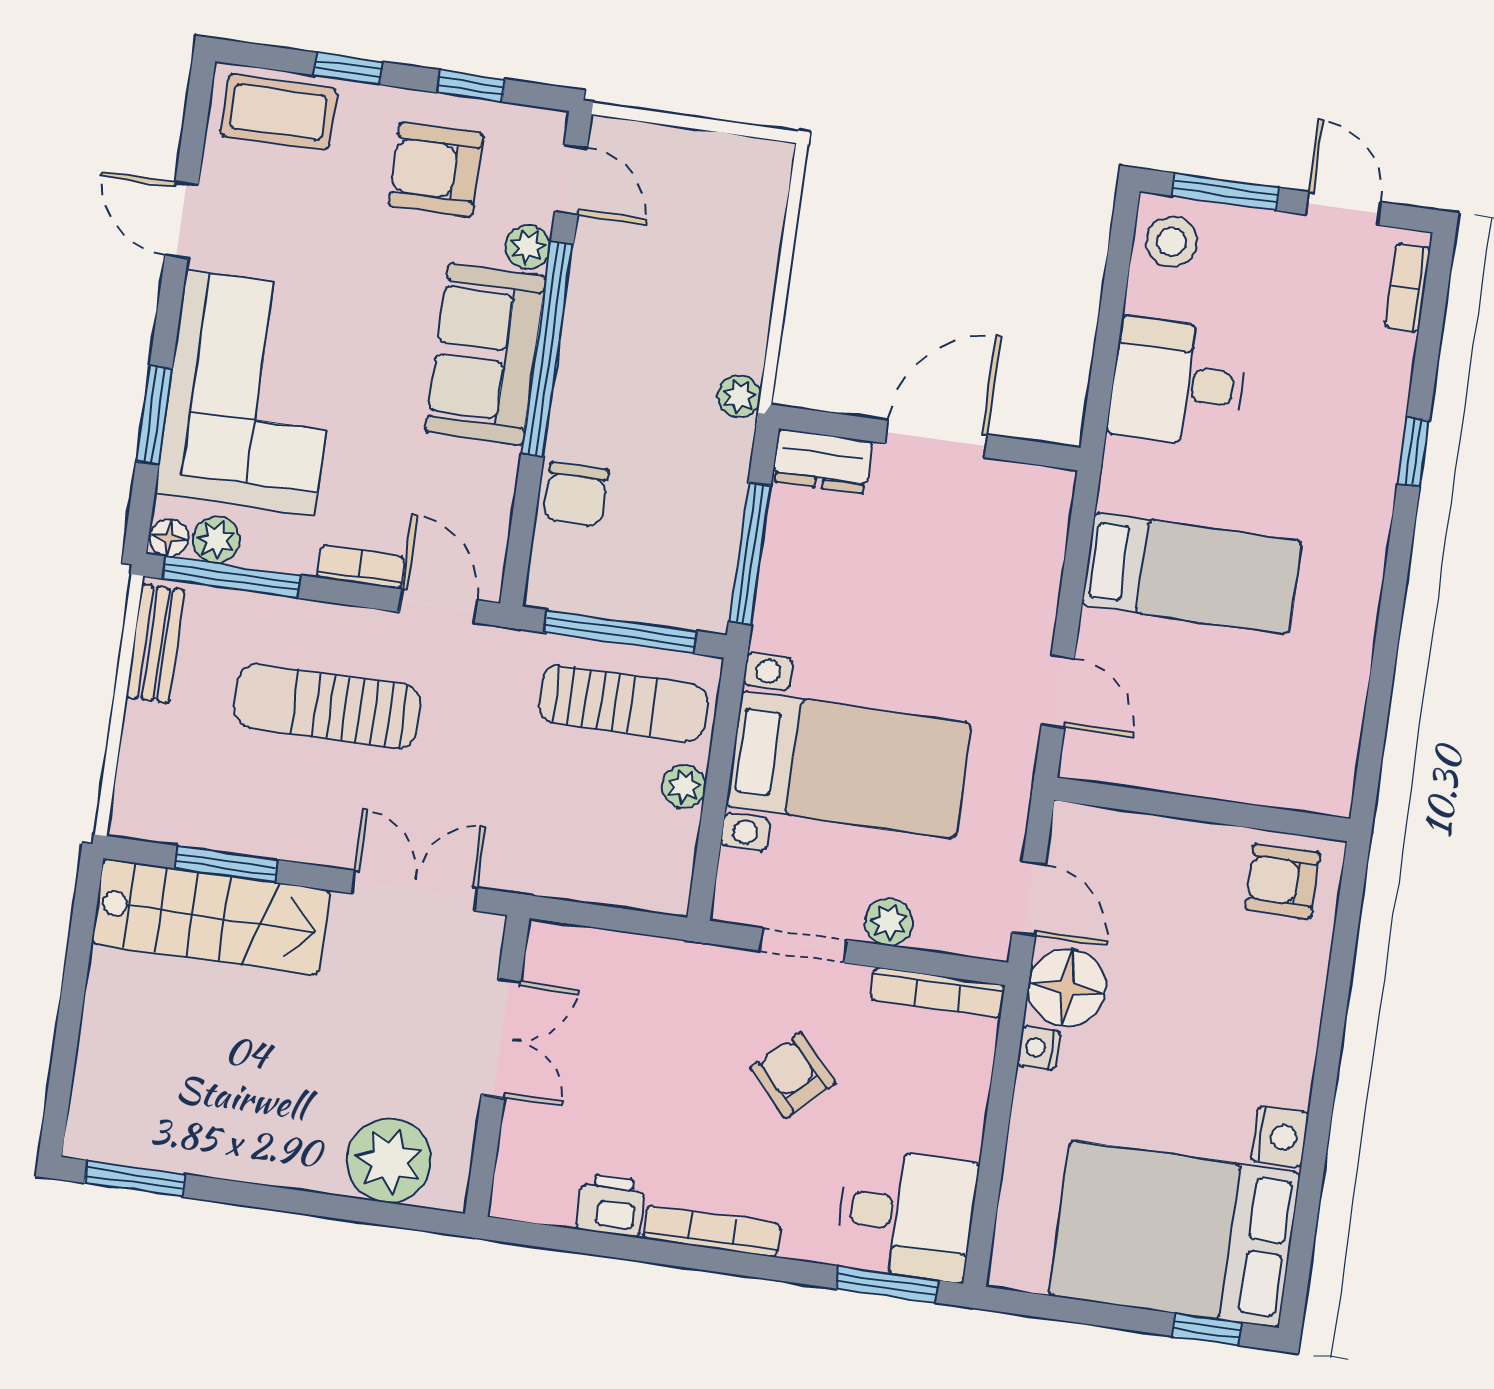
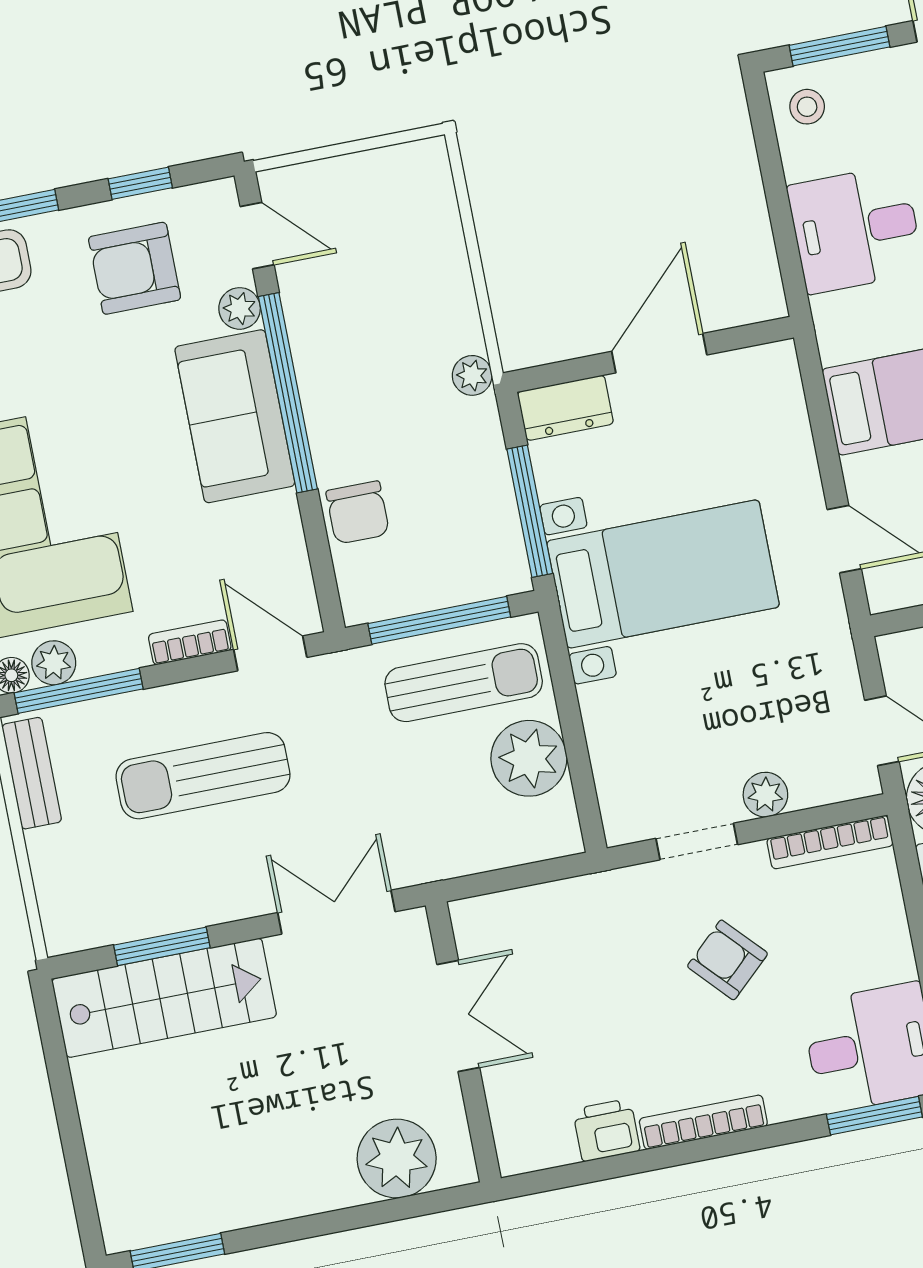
stool: (1172, 242) -> (807, 107), width x0.73, depth x0.73
bed with nightstands: (848, 765) -> (663, 574), moved
plant: (684, 787) -> (529, 758), width x1.87, depth x1.87

